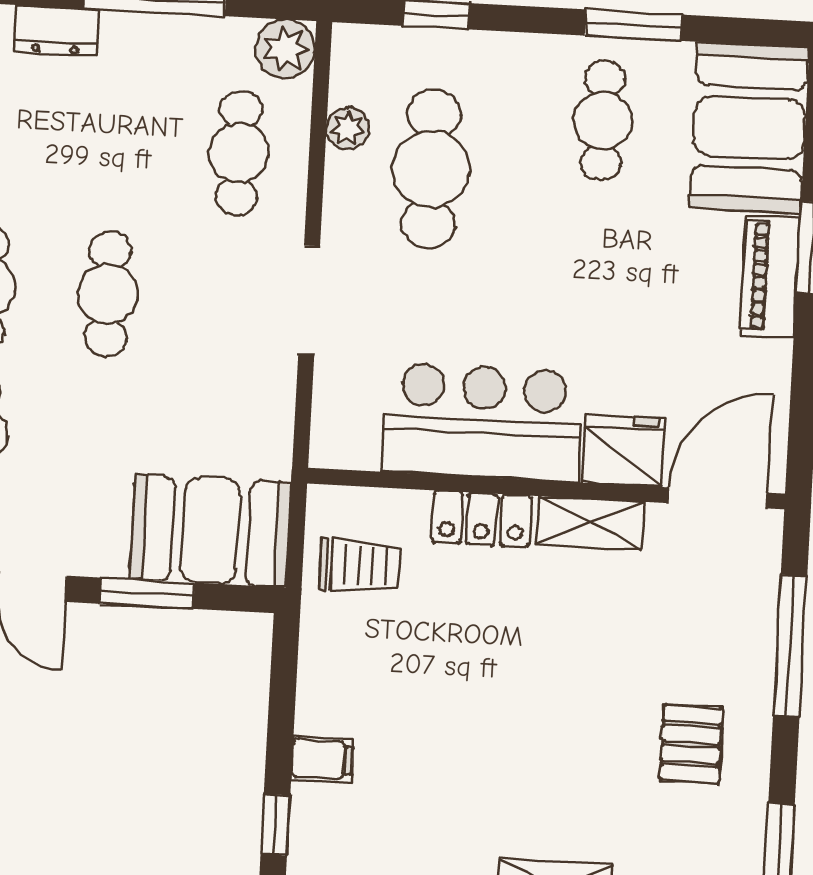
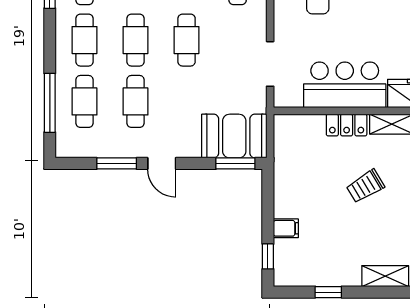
doorway: (309, 300) -> (270, 64), moved
trolley: (360, 566) -> (365, 186), moved, turned 149
window: (147, 593) -> (235, 163), moved

